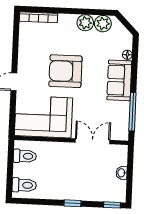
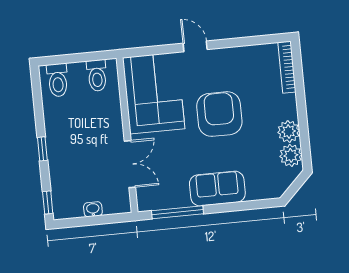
floor lamp: (127, 55) -> (253, 194), removed

